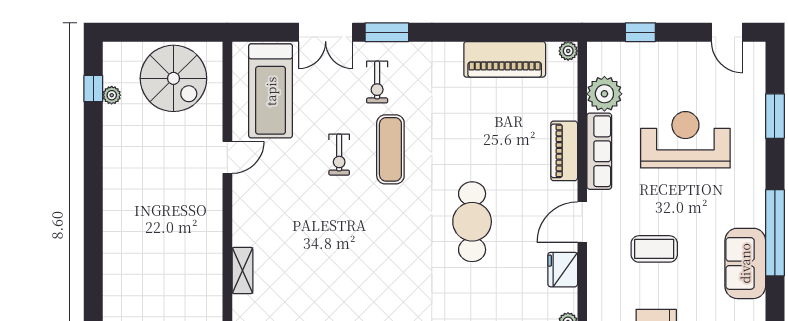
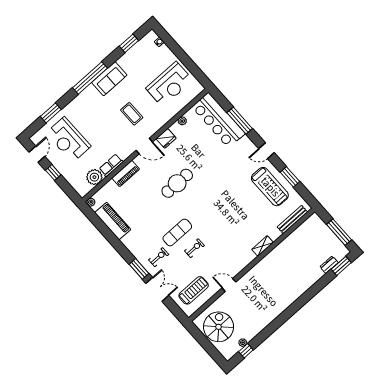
window: (640, 32) -> (53, 173), moved
treadmill: (271, 91) -> (194, 290), width x0.73, depth x0.73
reception desk: (685, 140) -> (68, 140), moved
row of seats: (599, 151) -> (111, 165), width x0.68

